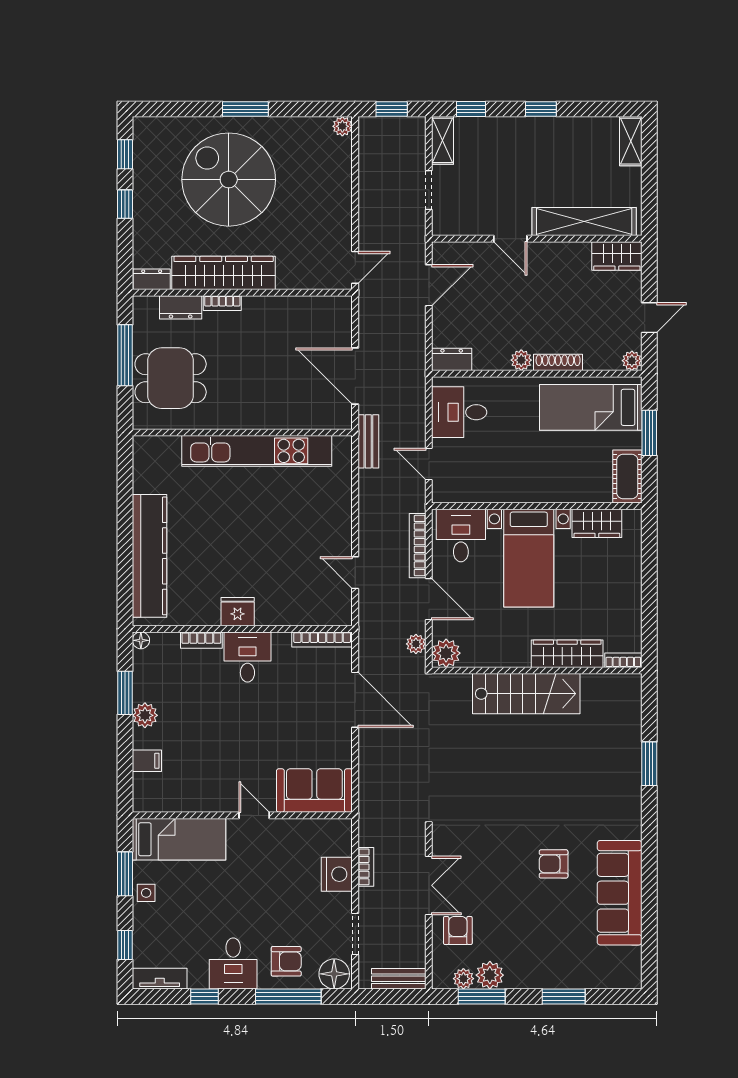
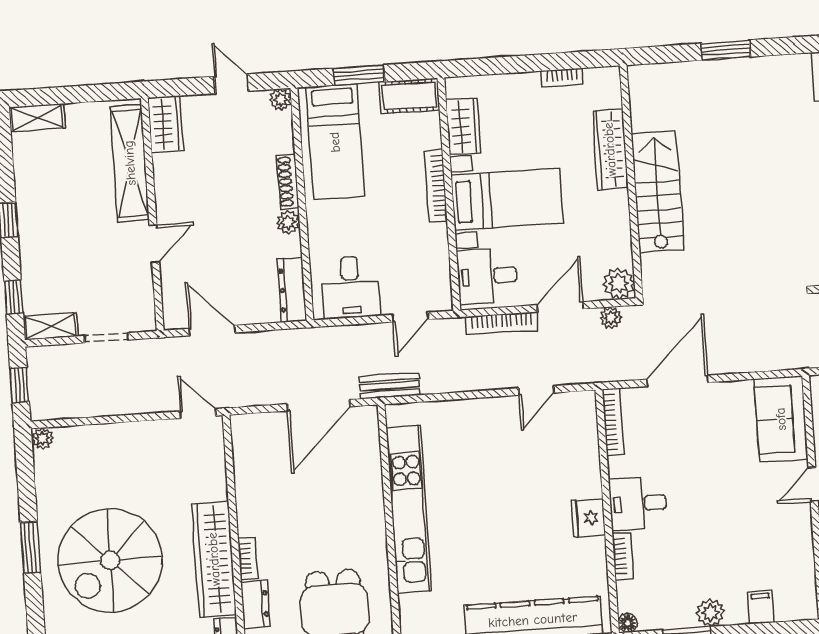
dresser: (452, 359) -> (292, 290), width x1.44
bookcase: (545, 495) -> (436, 186), added
bookcase: (623, 660) -> (562, 78), moved, turned -90

